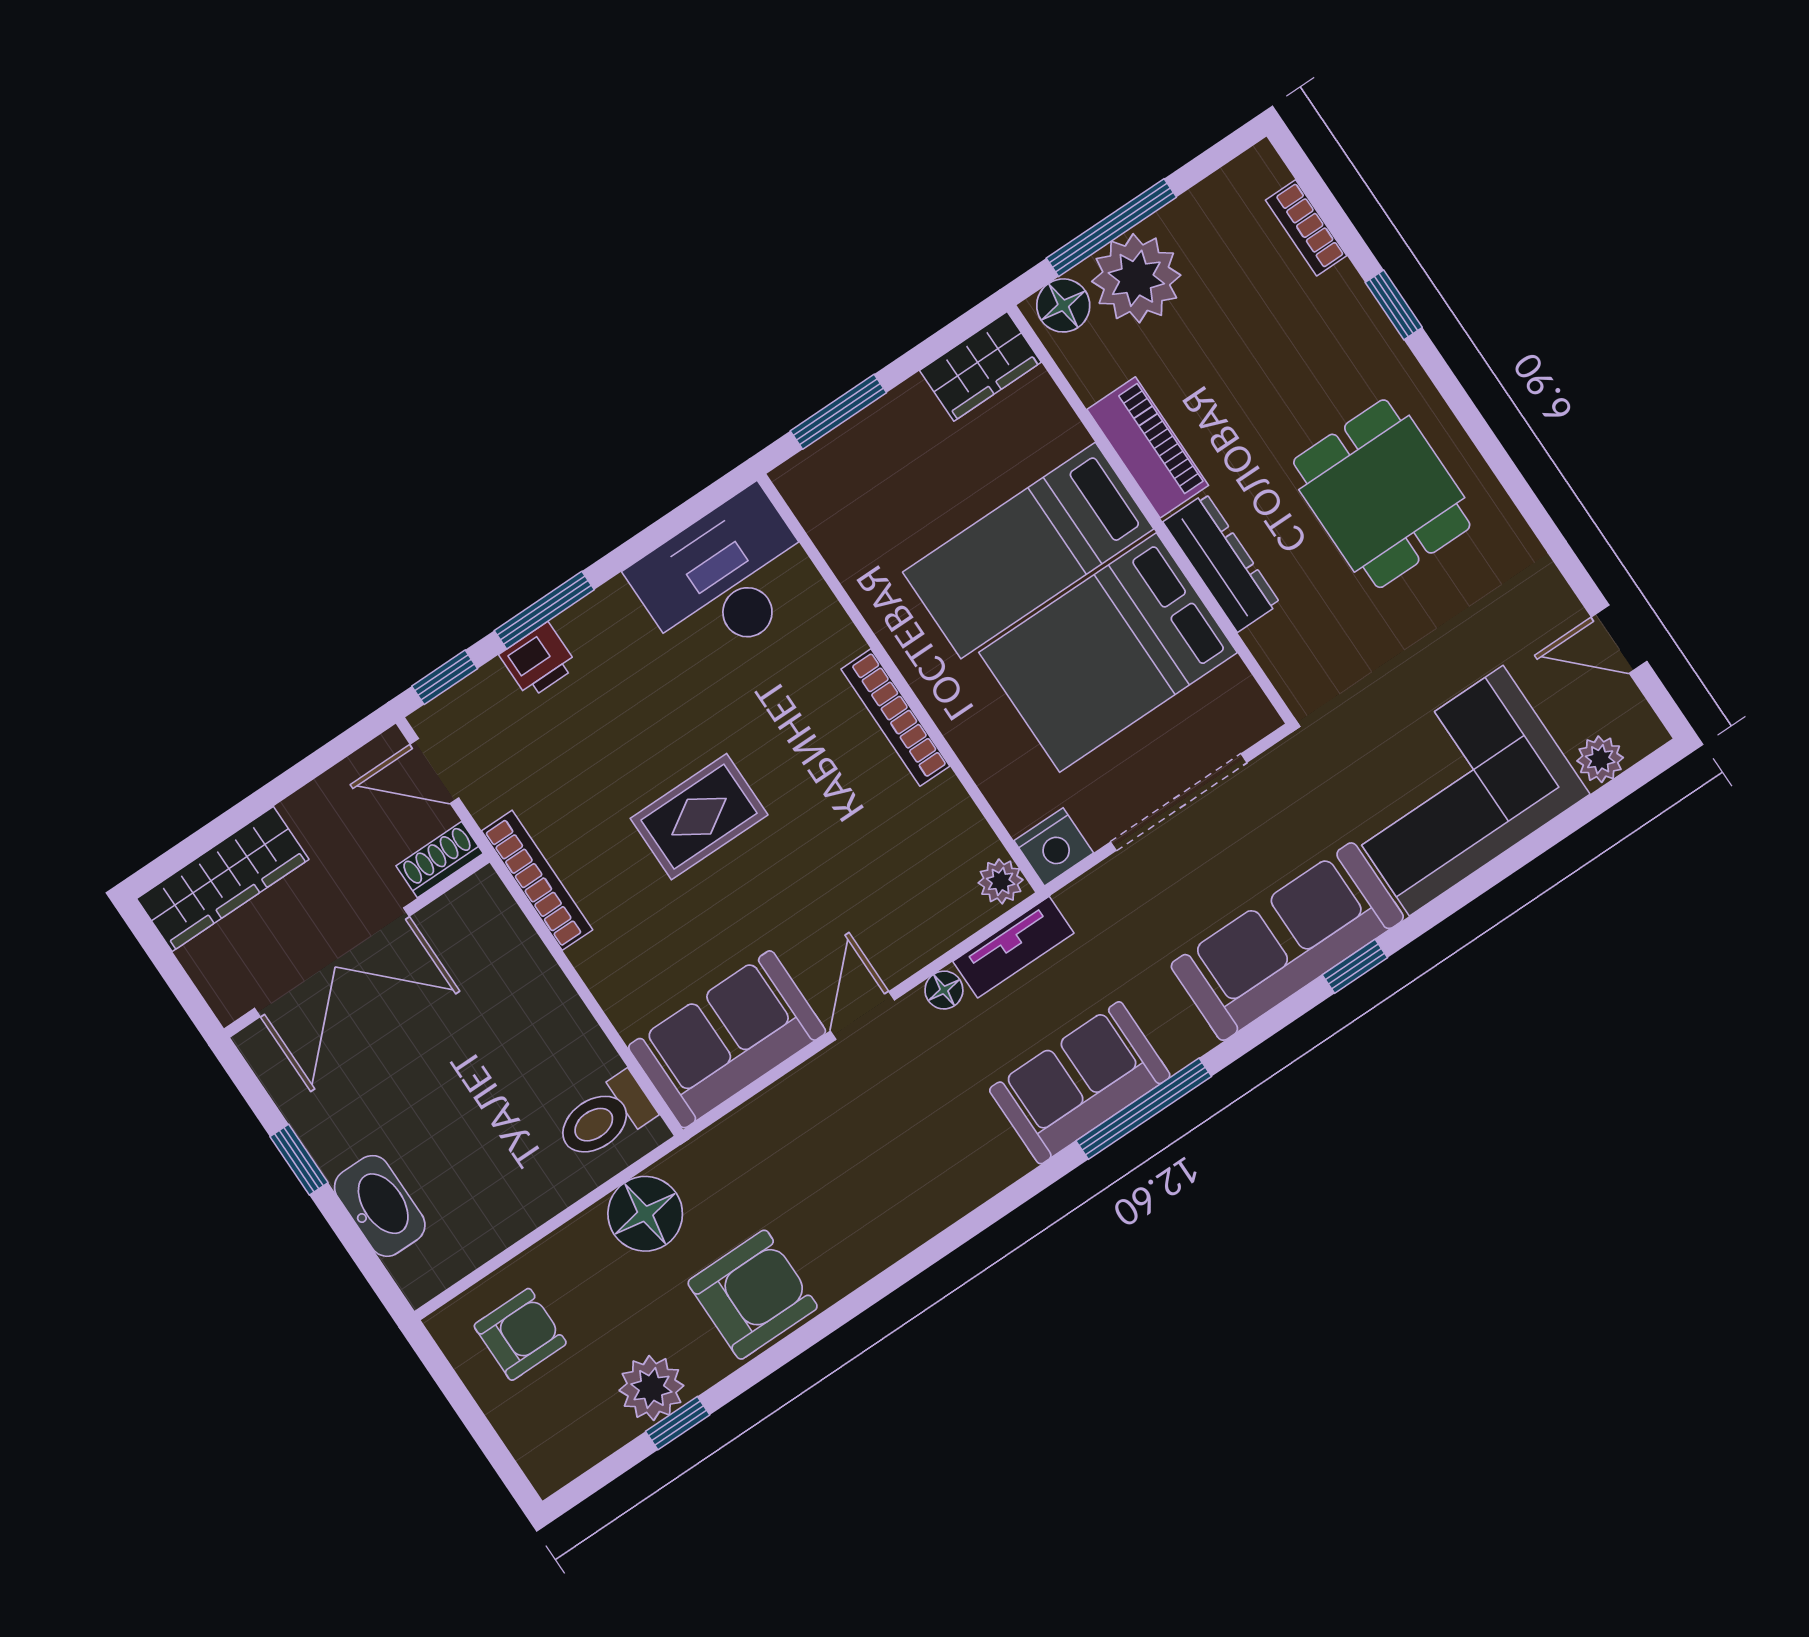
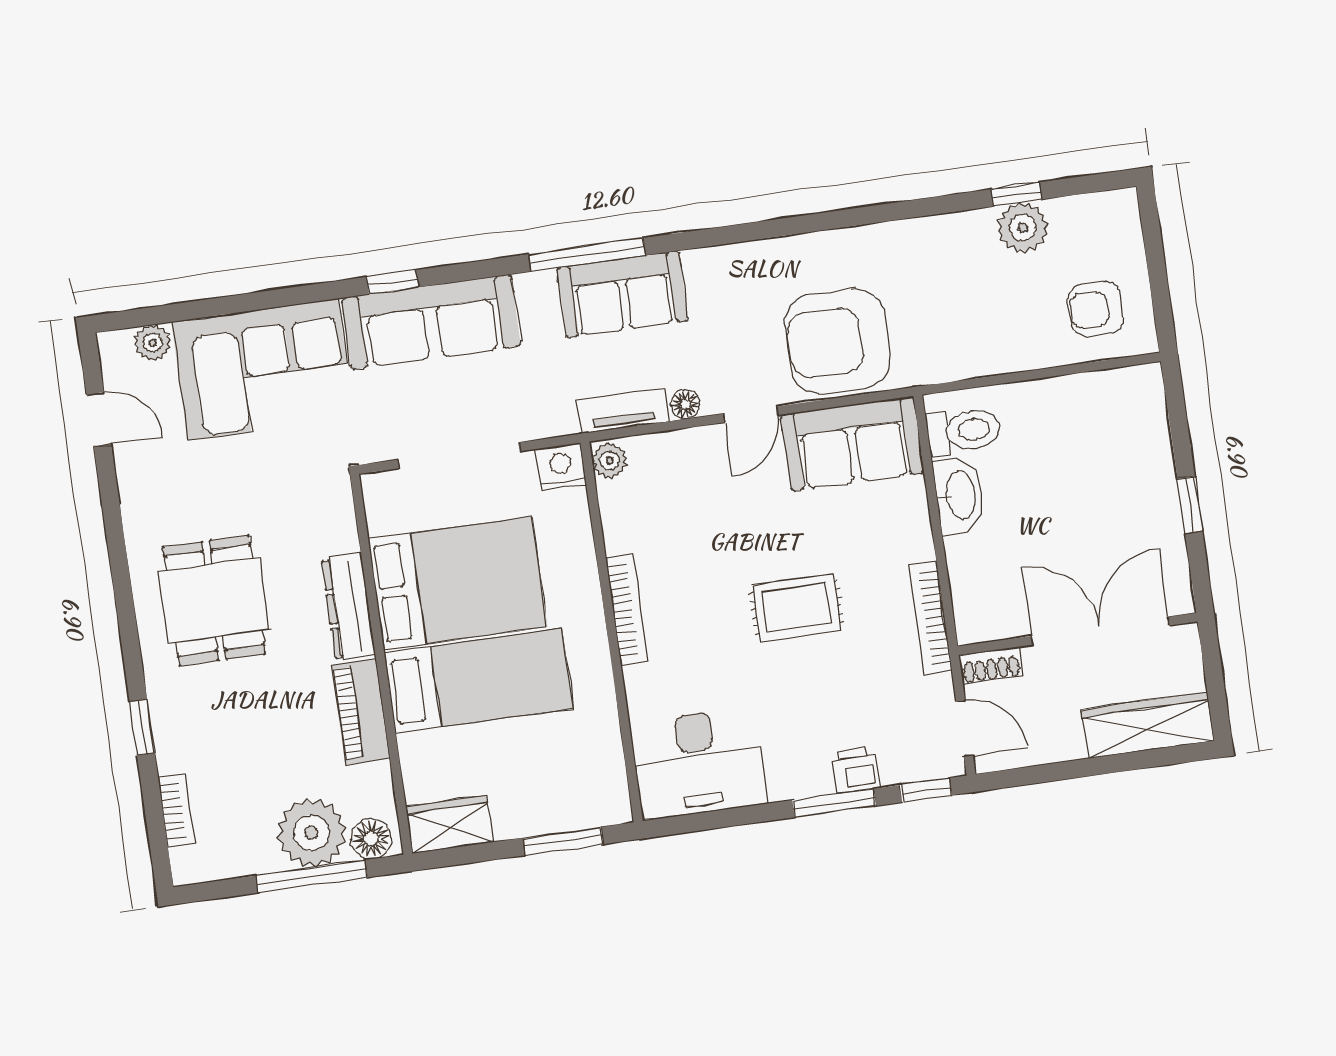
washbasin: (380, 1206) -> (959, 495), moved, turned 180
floor lamp: (645, 1214) -> (968, 350), removed
armchair: (753, 1295) -> (838, 341), moved, width x1.36, depth x1.36

